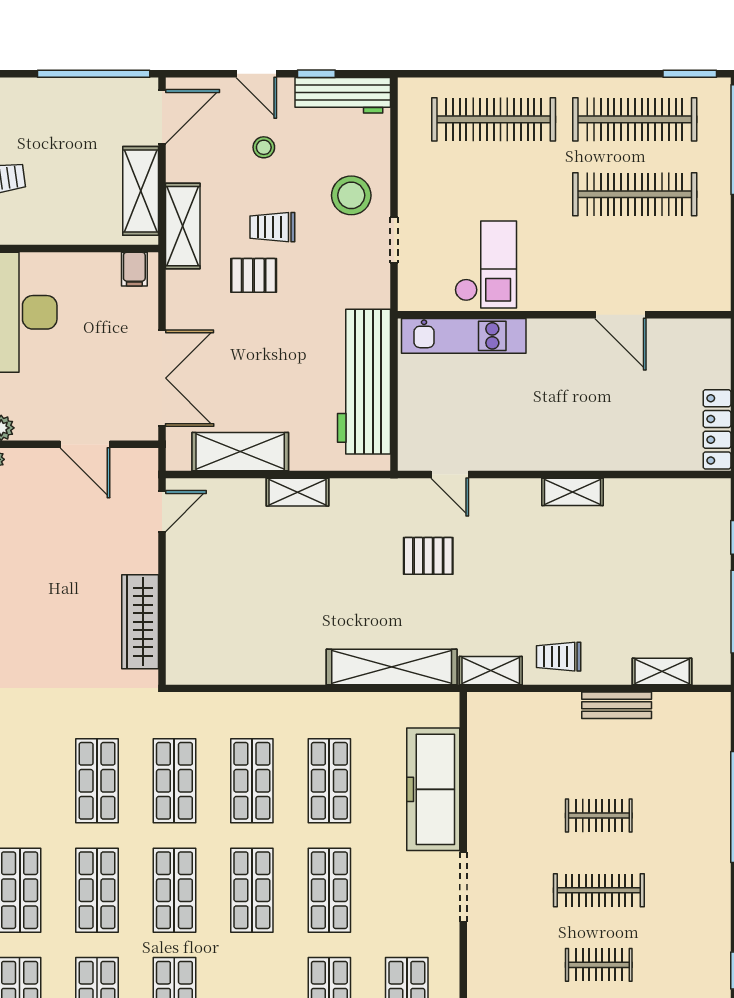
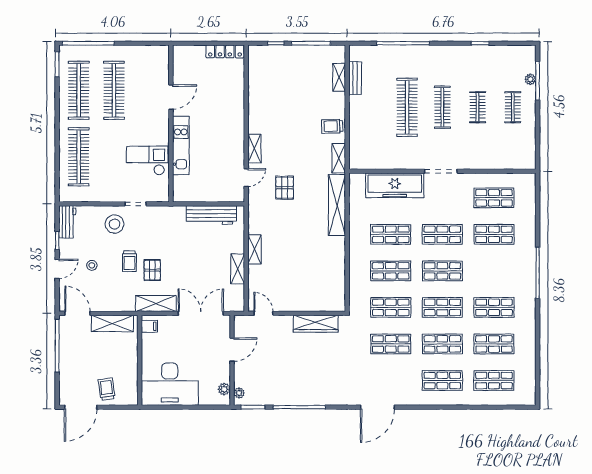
workbench: (343, 95) -> (67, 222), width x0.73
shelving: (183, 226) -> (156, 304), moved
kitchen unit: (464, 336) -> (181, 145), moved
workbench: (364, 382) -> (211, 215), width x0.73, depth x0.76
shelving: (240, 452) -> (238, 269), width x0.67, depth x0.75
shelving: (573, 492) -> (254, 149), moved
trolley: (559, 657) -> (332, 126), turned 88
bench: (617, 705) -> (355, 78), moved
clothes rail: (599, 816) -> (407, 107), width x1.86, depth x1.31

